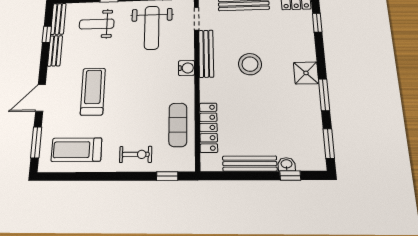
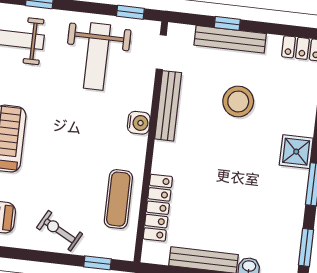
stool: (250, 64) -> (238, 102), moved
exercise bike: (136, 154) -> (59, 231), turned -152

